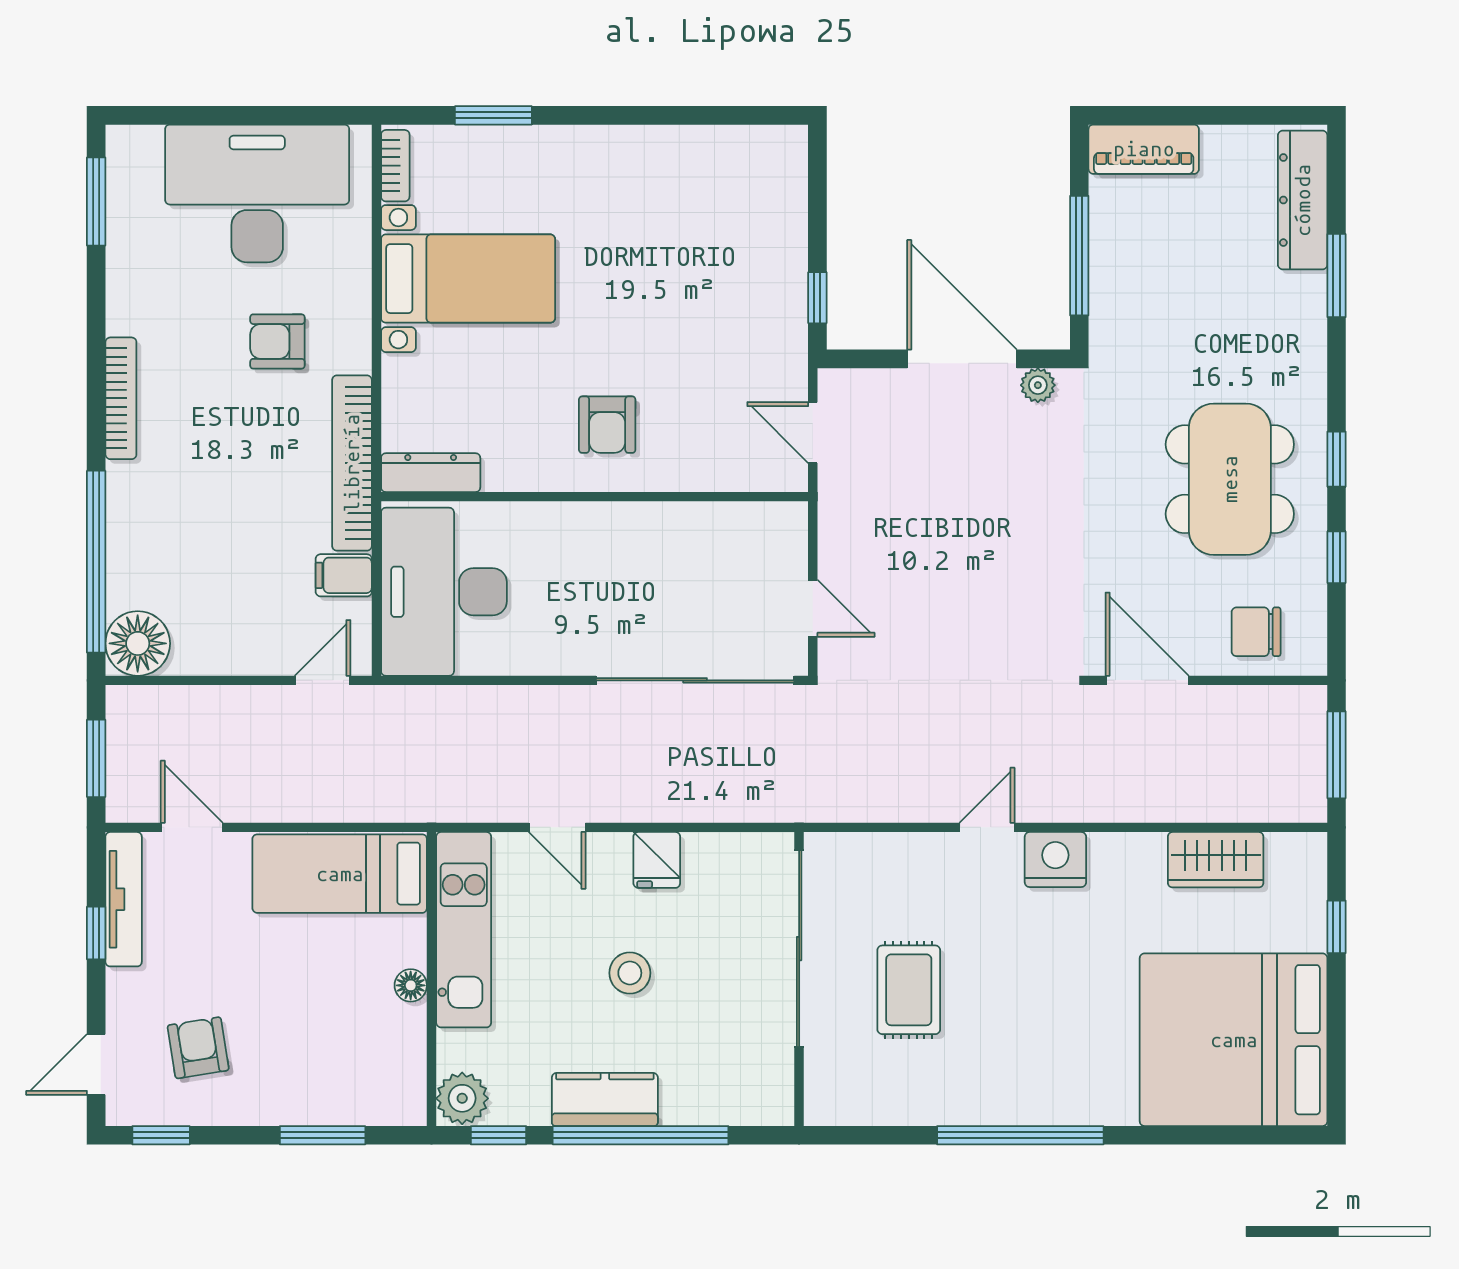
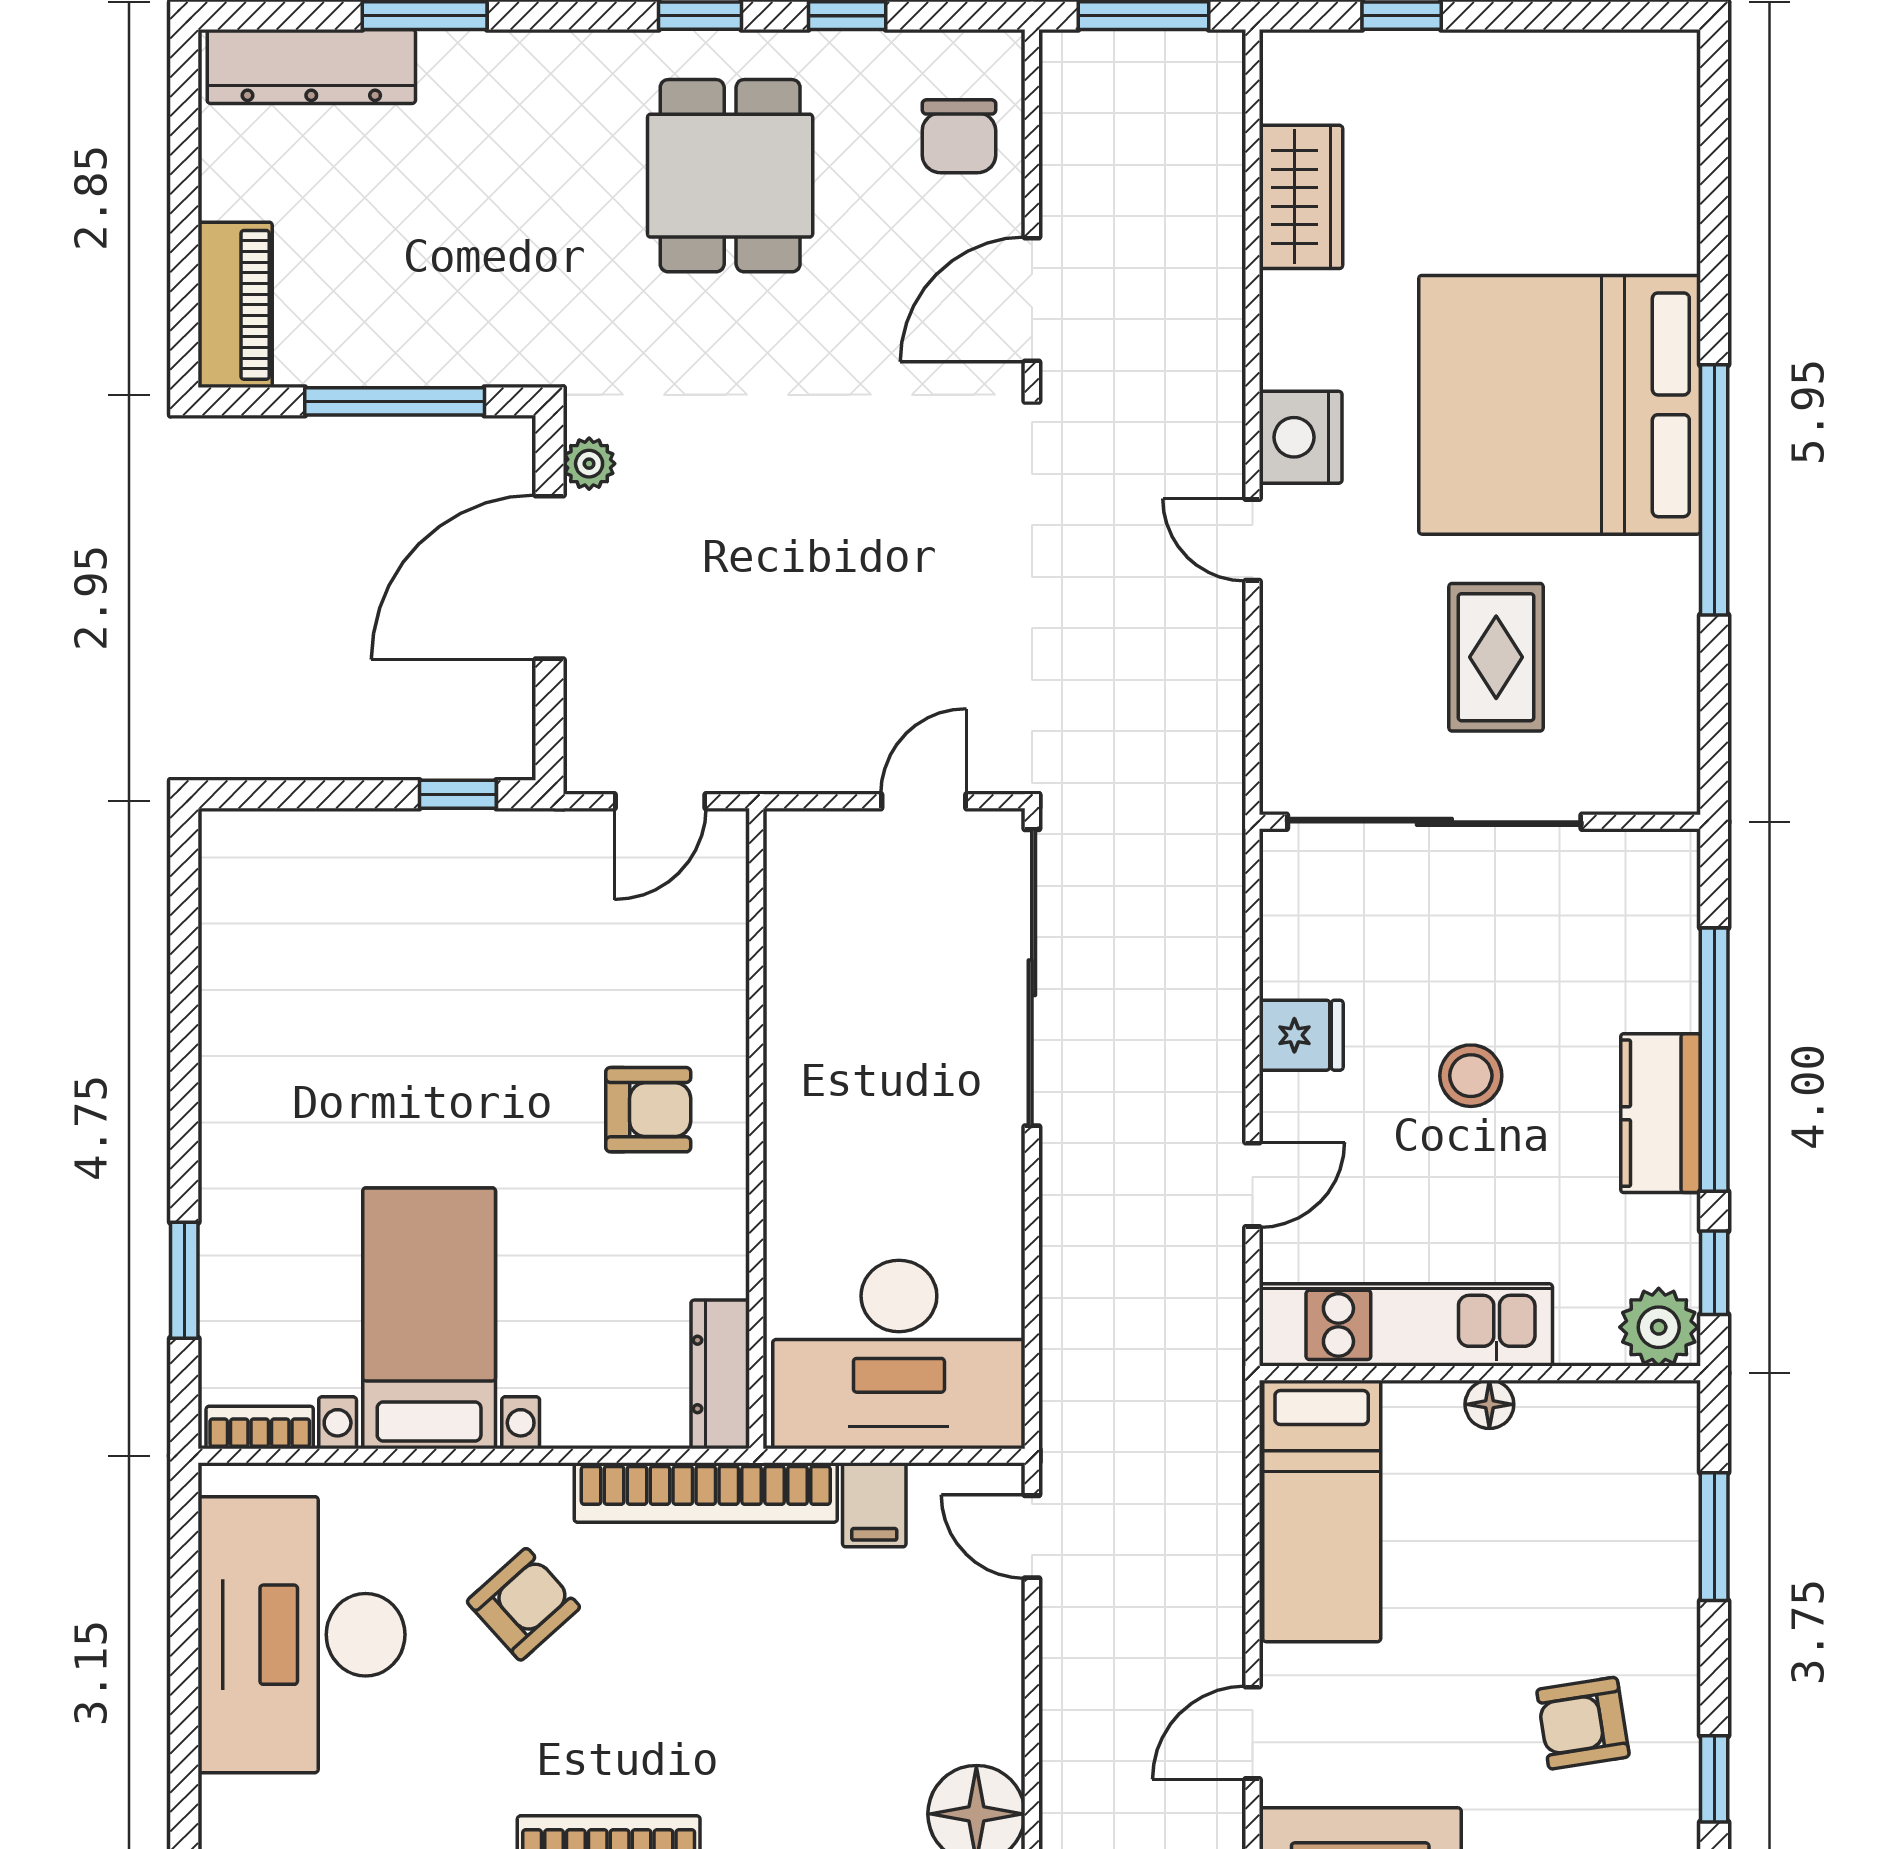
armchair: (277, 341) -> (523, 1604), turned -132
dining table: (1230, 479) -> (730, 176), width x0.73
rug: (909, 990) -> (1496, 657), turned 90
bed: (1234, 1040) -> (1560, 405), moved, turned 90

